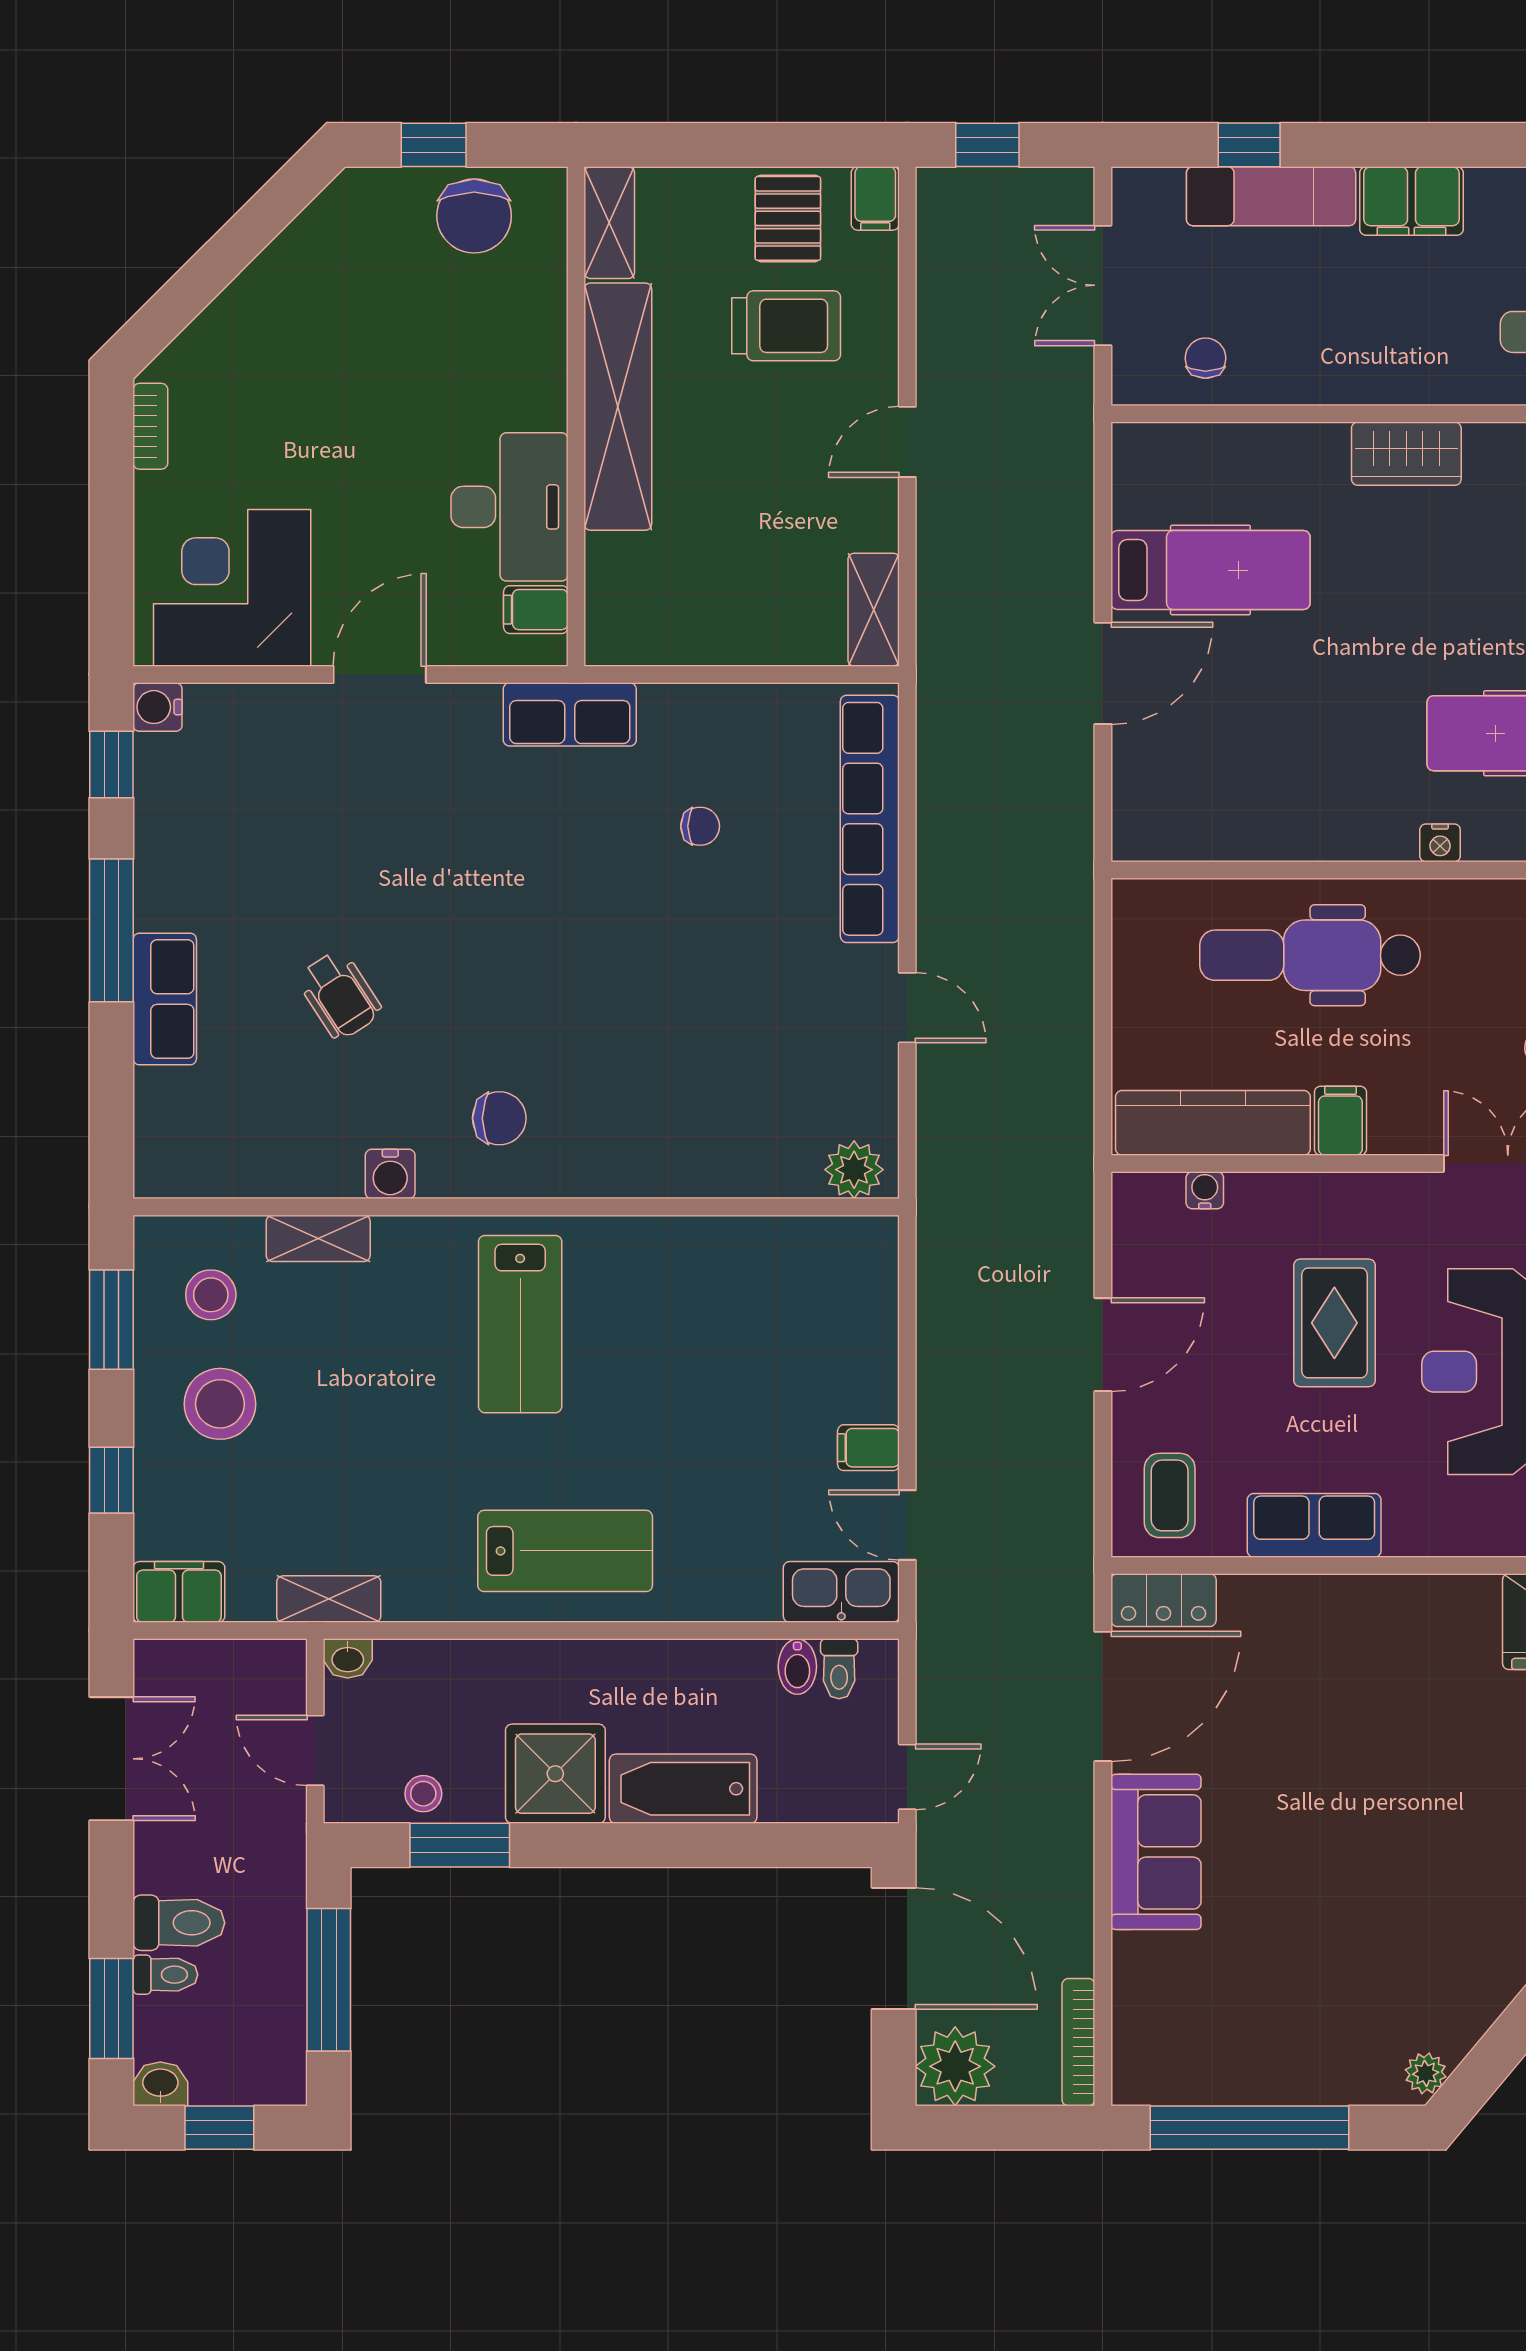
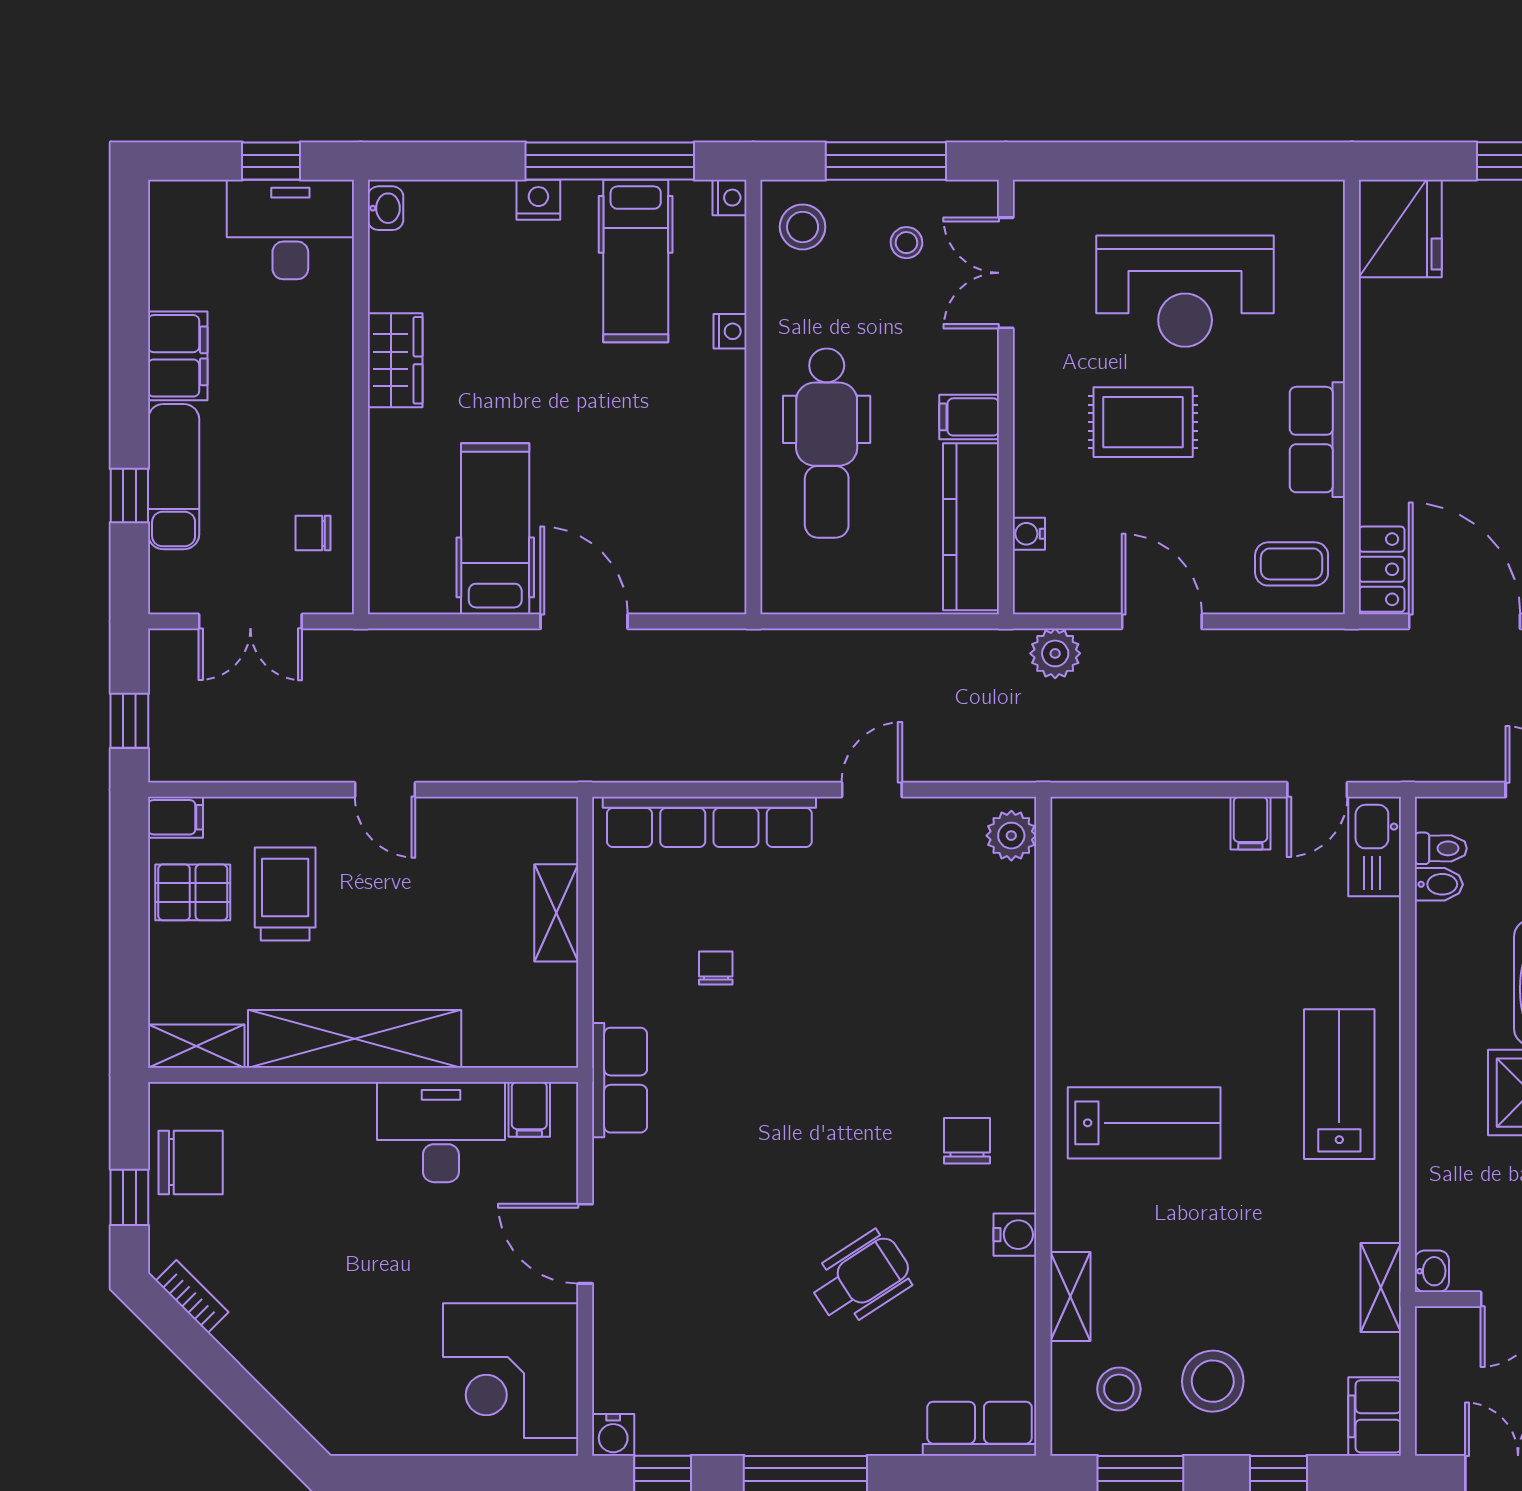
bookcase: (150, 426) -> (192, 1296), moved, turned 45
shelving: (874, 610) -> (556, 913), moved, turned 90
wheelchair: (339, 995) -> (861, 1278), width x1.36, depth x1.37
row of seats: (165, 999) -> (980, 1429), moved
plant: (1066, 1221) -> (1055, 653), added

